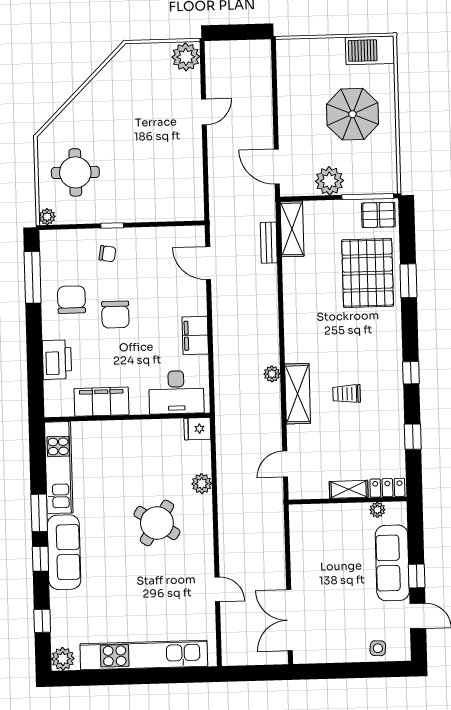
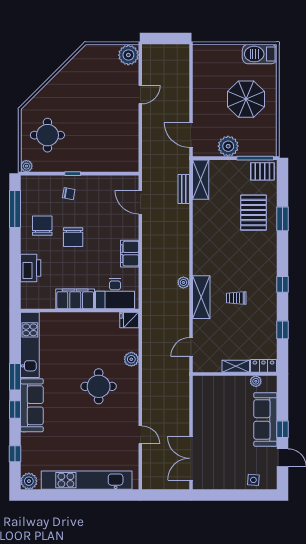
pallet: (368, 273) -> (254, 213), width x0.73, depth x0.71
filing cabinet: (101, 402) -> (75, 299), moved
round table: (157, 523) -> (99, 386), turned -33

